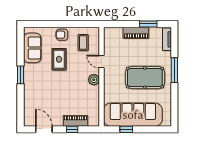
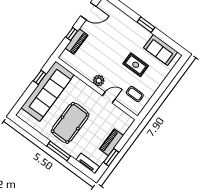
armchair: (62, 35) -> (154, 82), removed

